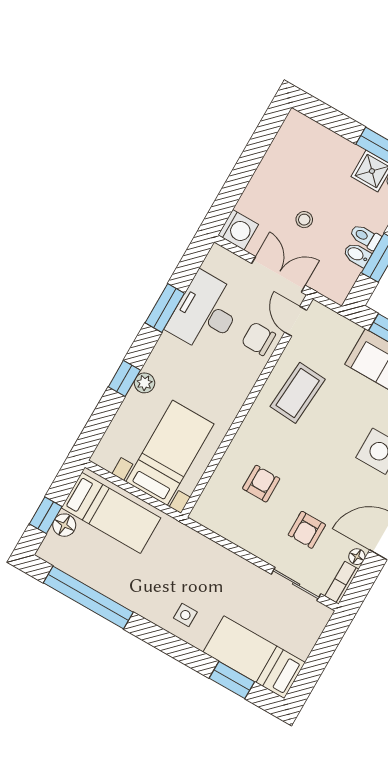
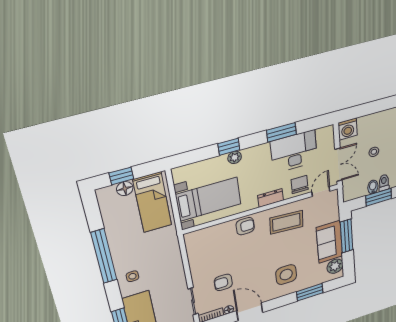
dresser: (242, 385) -> (271, 198), added
armchair: (261, 484) -> (245, 226), moved
window: (88, 597) -> (104, 256), moved

